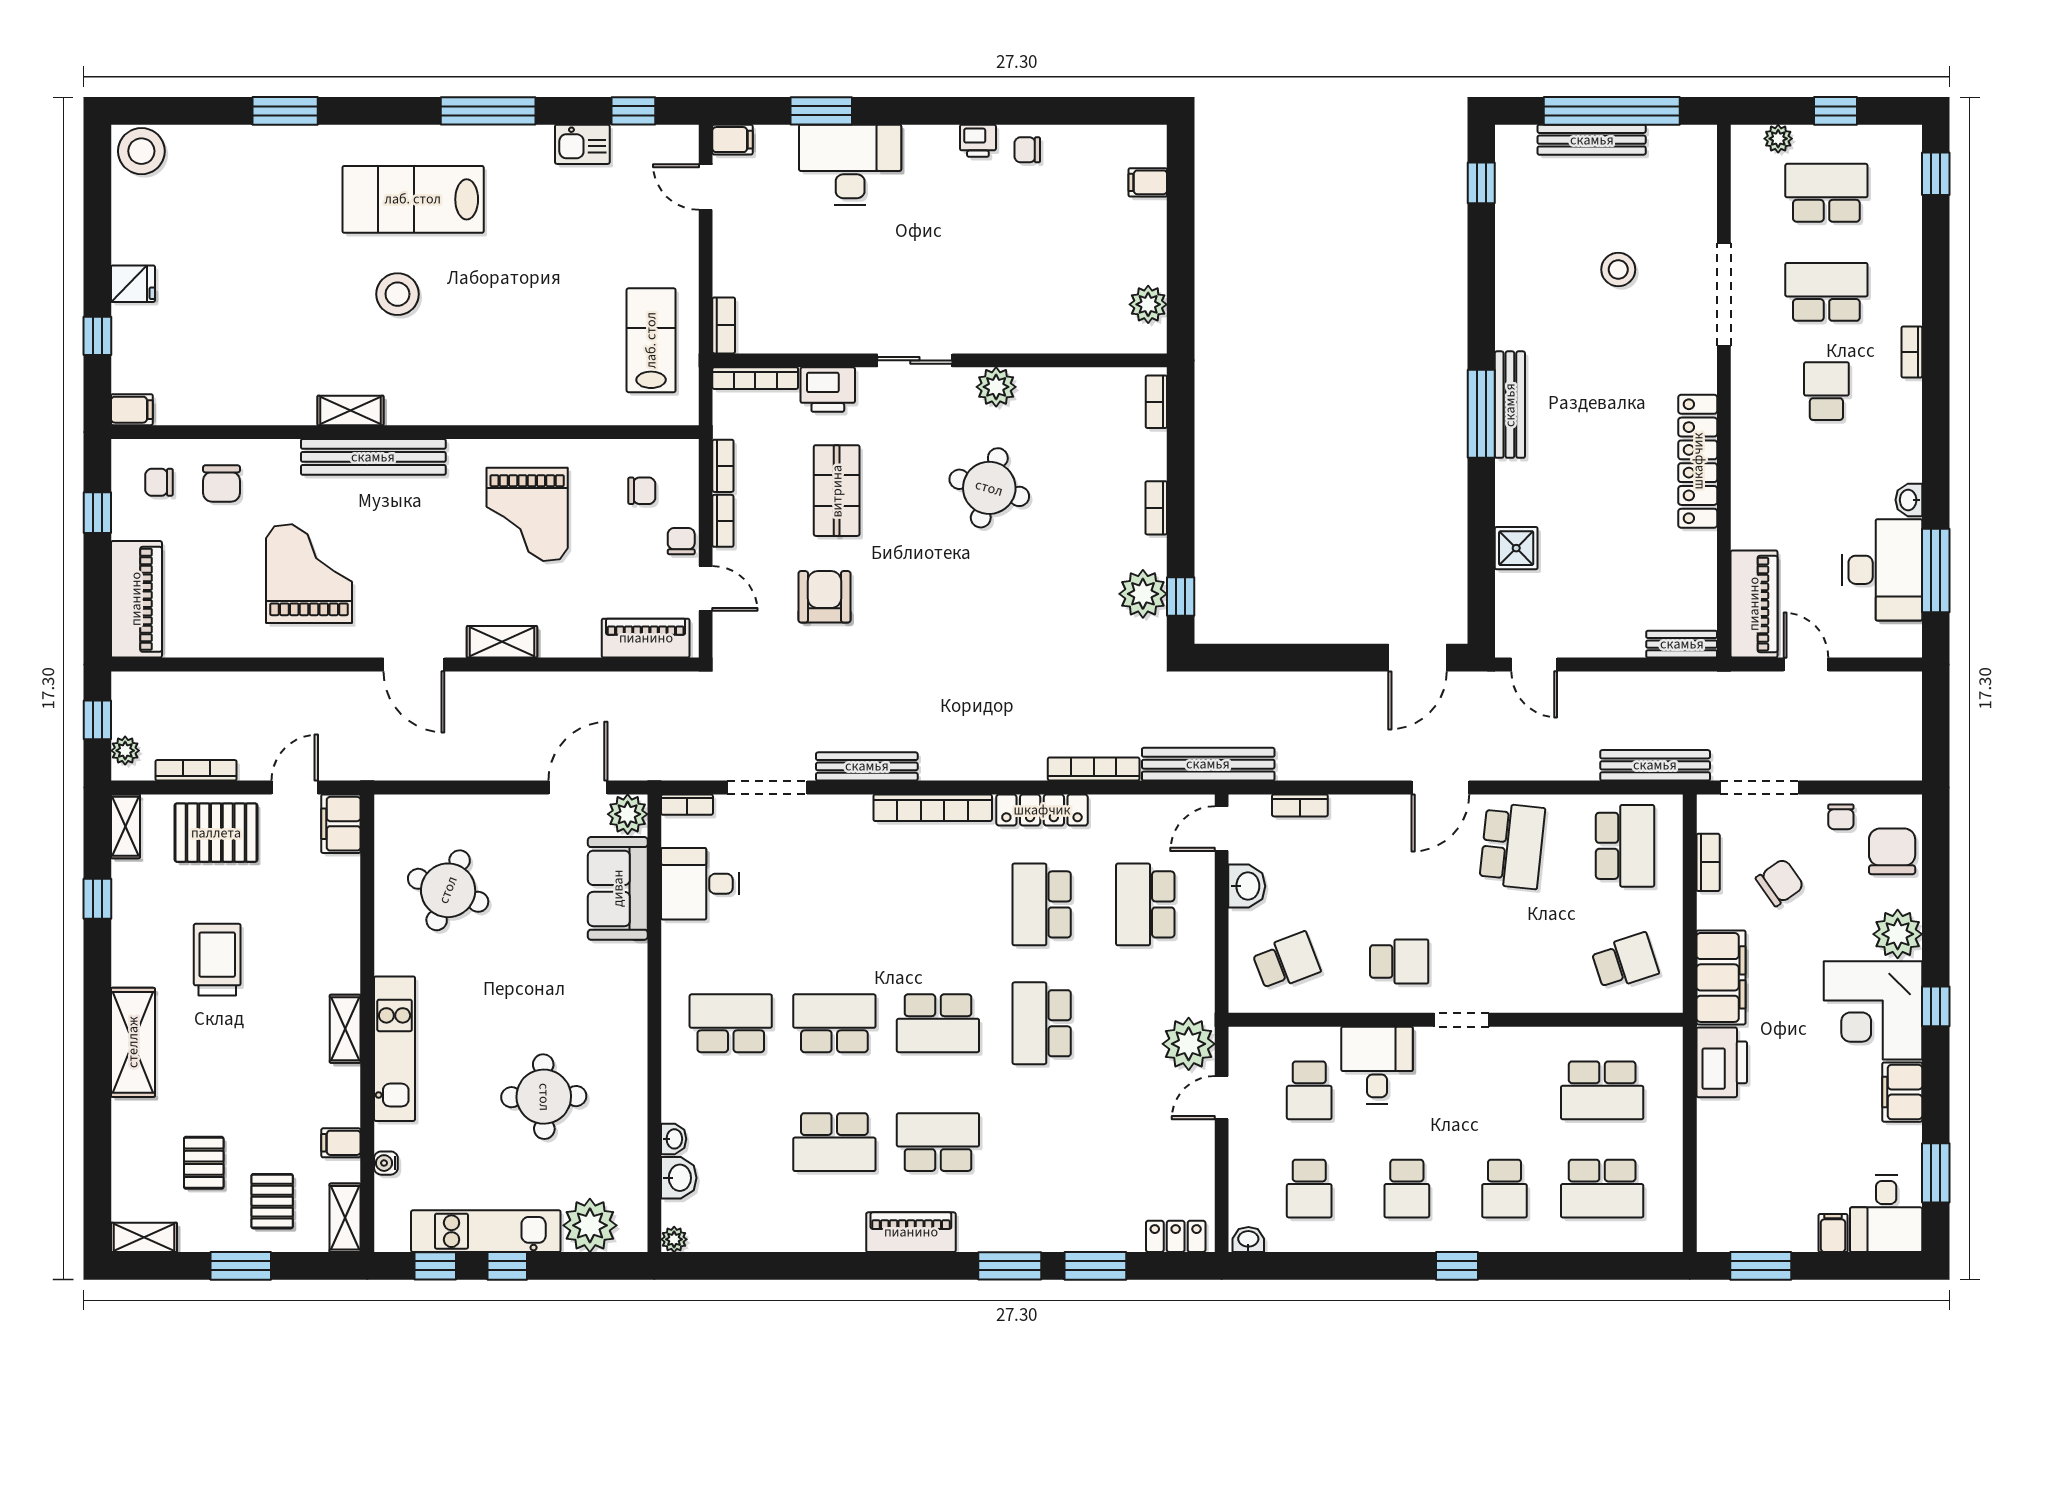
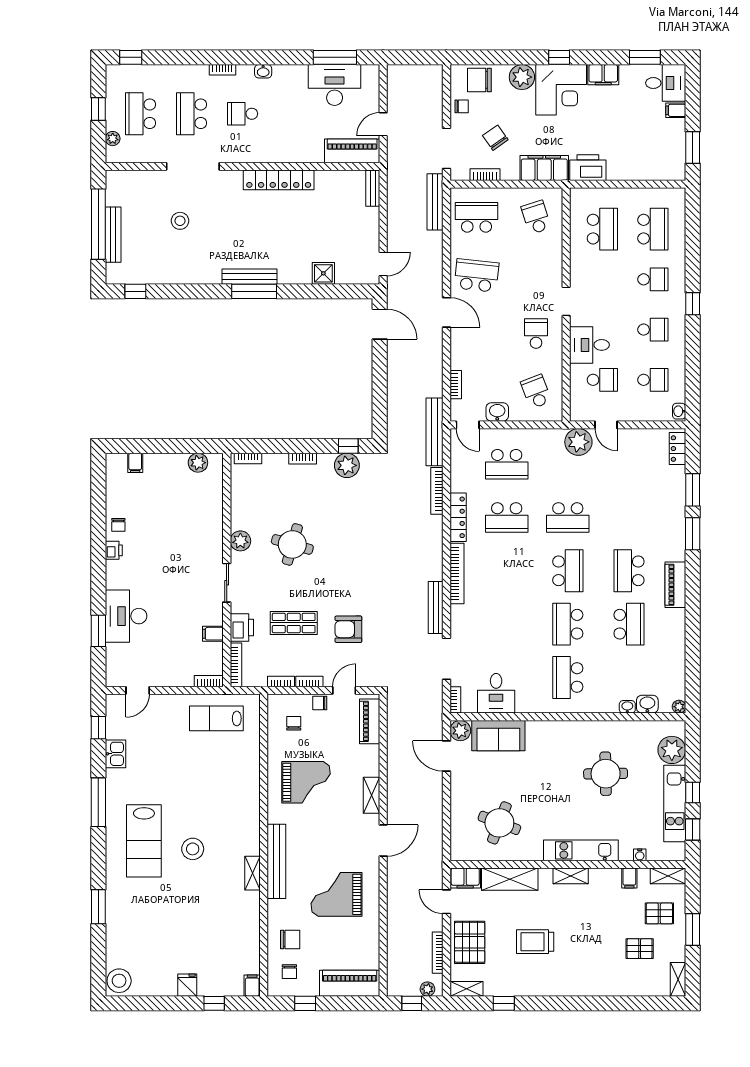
filing cabinet: (733, 140) -> (213, 634), moved, turned -90
washbasin: (1909, 500) -> (263, 71), moved
shelving: (133, 1042) -> (510, 879), moved

